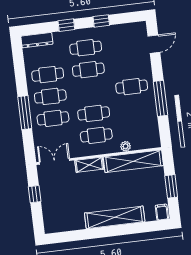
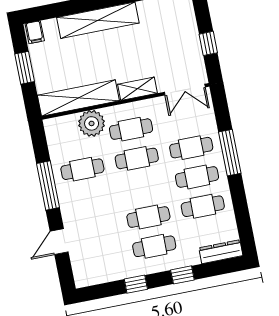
door: (154, 44) -> (59, 242), moved
cafe table: (132, 87) -> (82, 169), moved
plant: (126, 146) -> (92, 123), width x1.88, depth x1.88

